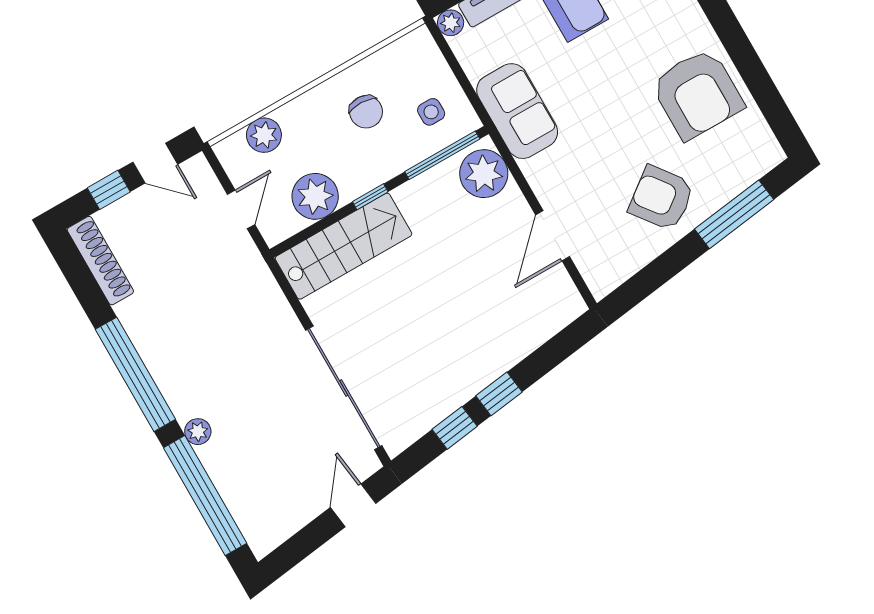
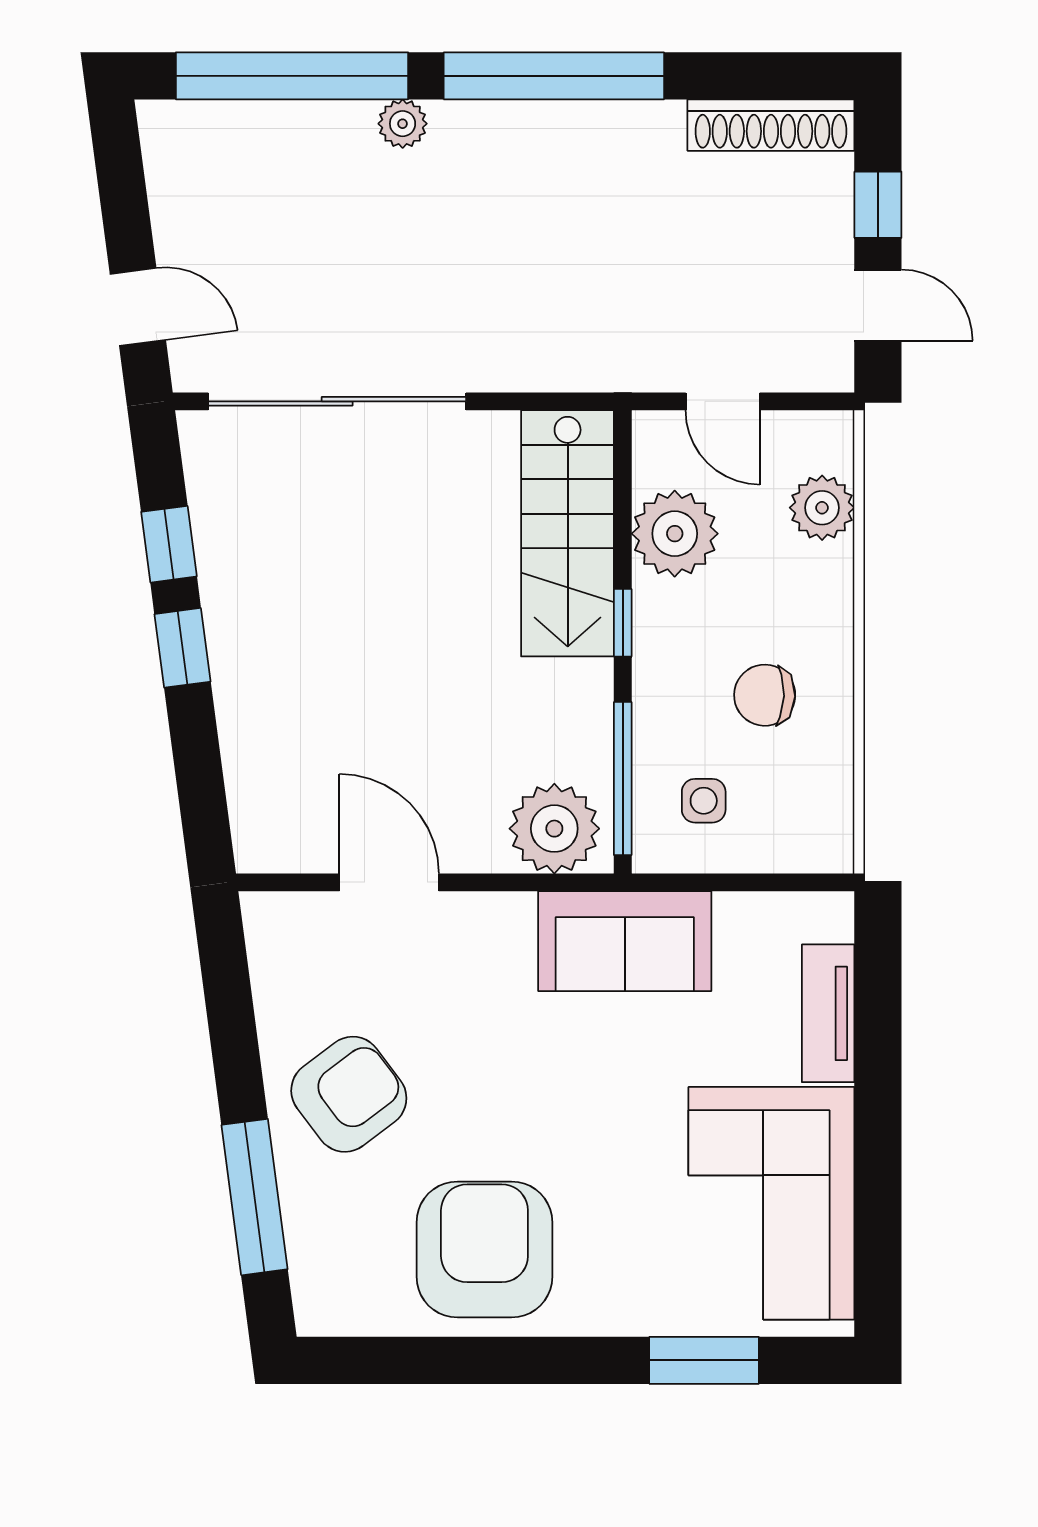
plant: (451, 23) -> (830, 915), removed
armchair: (697, 94) -> (484, 1249), turned 90
door: (155, 163) -> (878, 305), swing flipped

